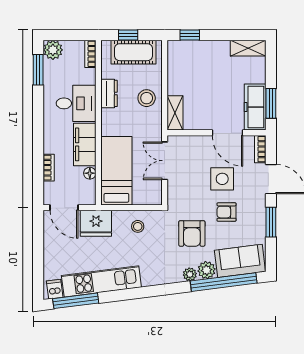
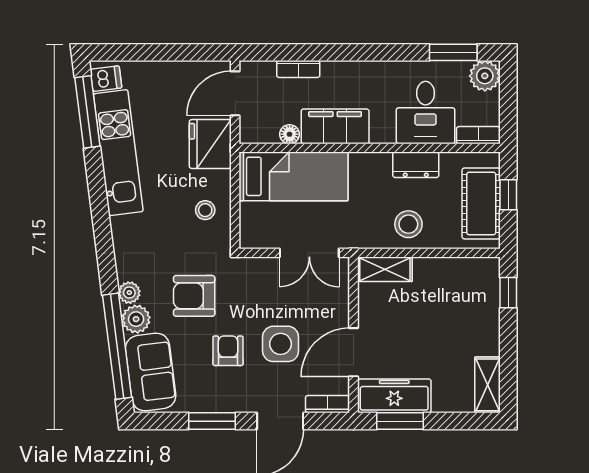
desk: (76, 103) -> (426, 113), moved
double door: (165, 161) -> (309, 253), swing flipped

